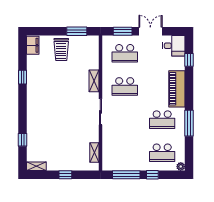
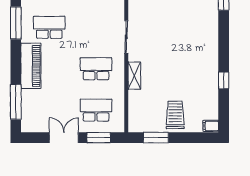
double door: (150, 31) -> (64, 138), swing flipped
filing cabinet: (33, 45) -> (211, 126), width x0.50
desk: (174, 46) -> (35, 120), removed
window: (189, 60) -> (16, 102), width x2.17

